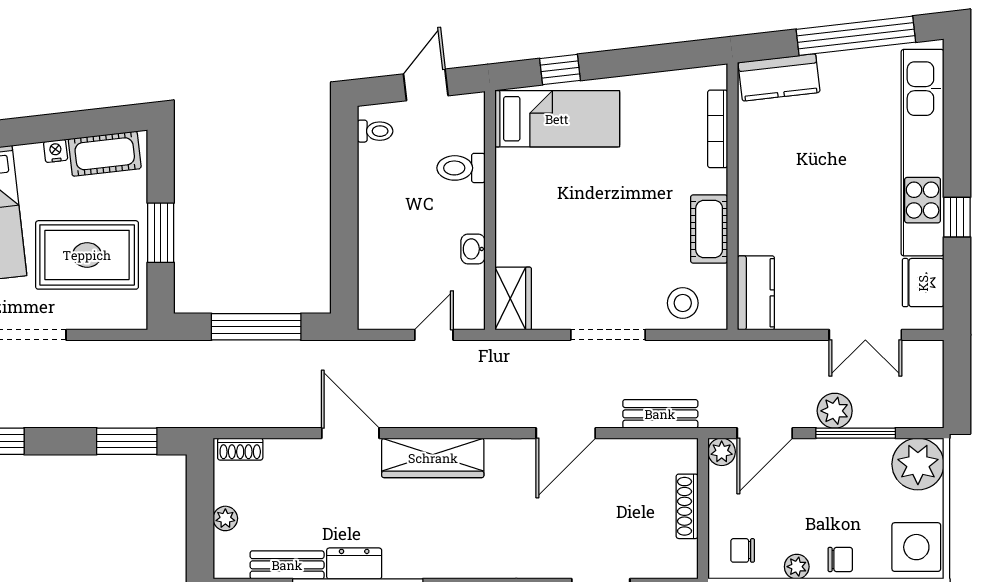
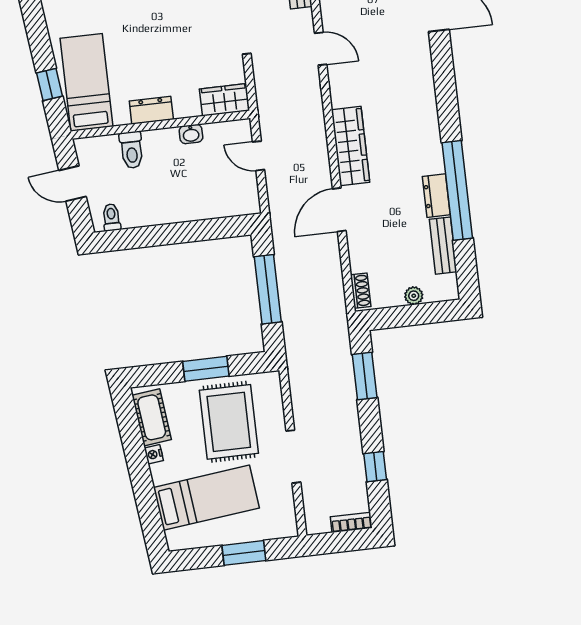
dresser: (510, 200) -> (151, 110), added
door: (566, 433) -> (321, 49), width x0.73

